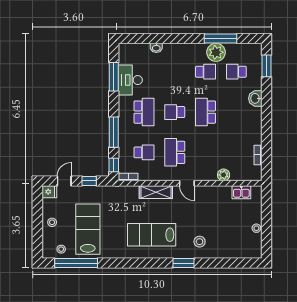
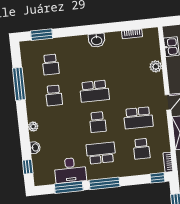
window: (138, 39) -> (28, 167), added
plant: (216, 52) -> (33, 127), moved, width x0.53, depth x0.53
school desk: (206, 72) -> (54, 95), turned 180
washbasin: (255, 98) -> (97, 40), moved
window: (114, 132) -> (105, 183), moved
school desk: (144, 152) -> (142, 149), turned 180

